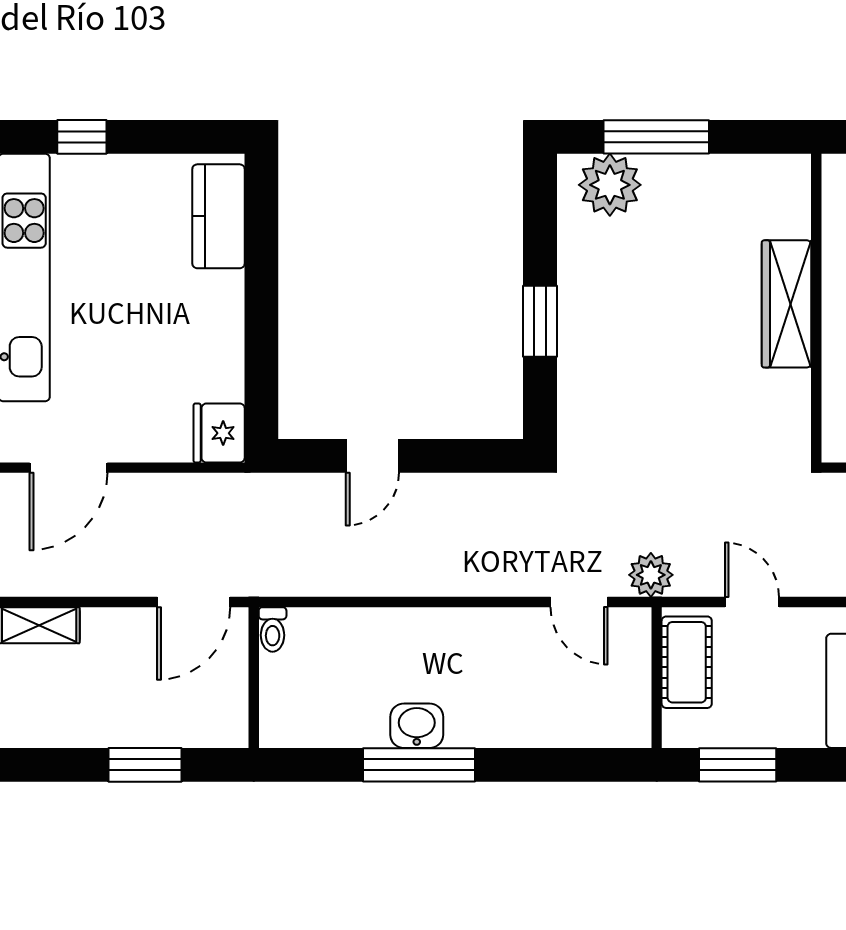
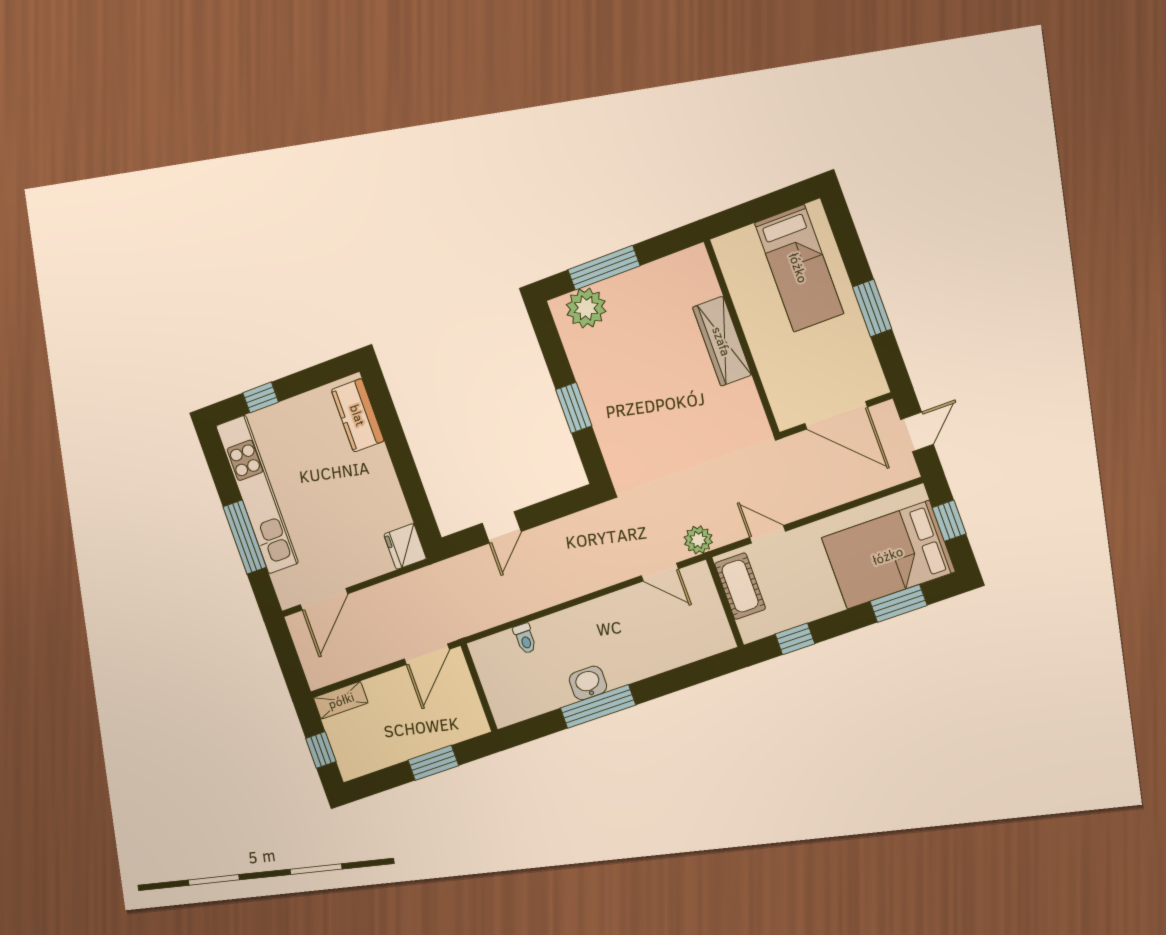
toilet: (273, 629) -> (525, 639), moved
window: (738, 765) -> (795, 639), width x0.67

